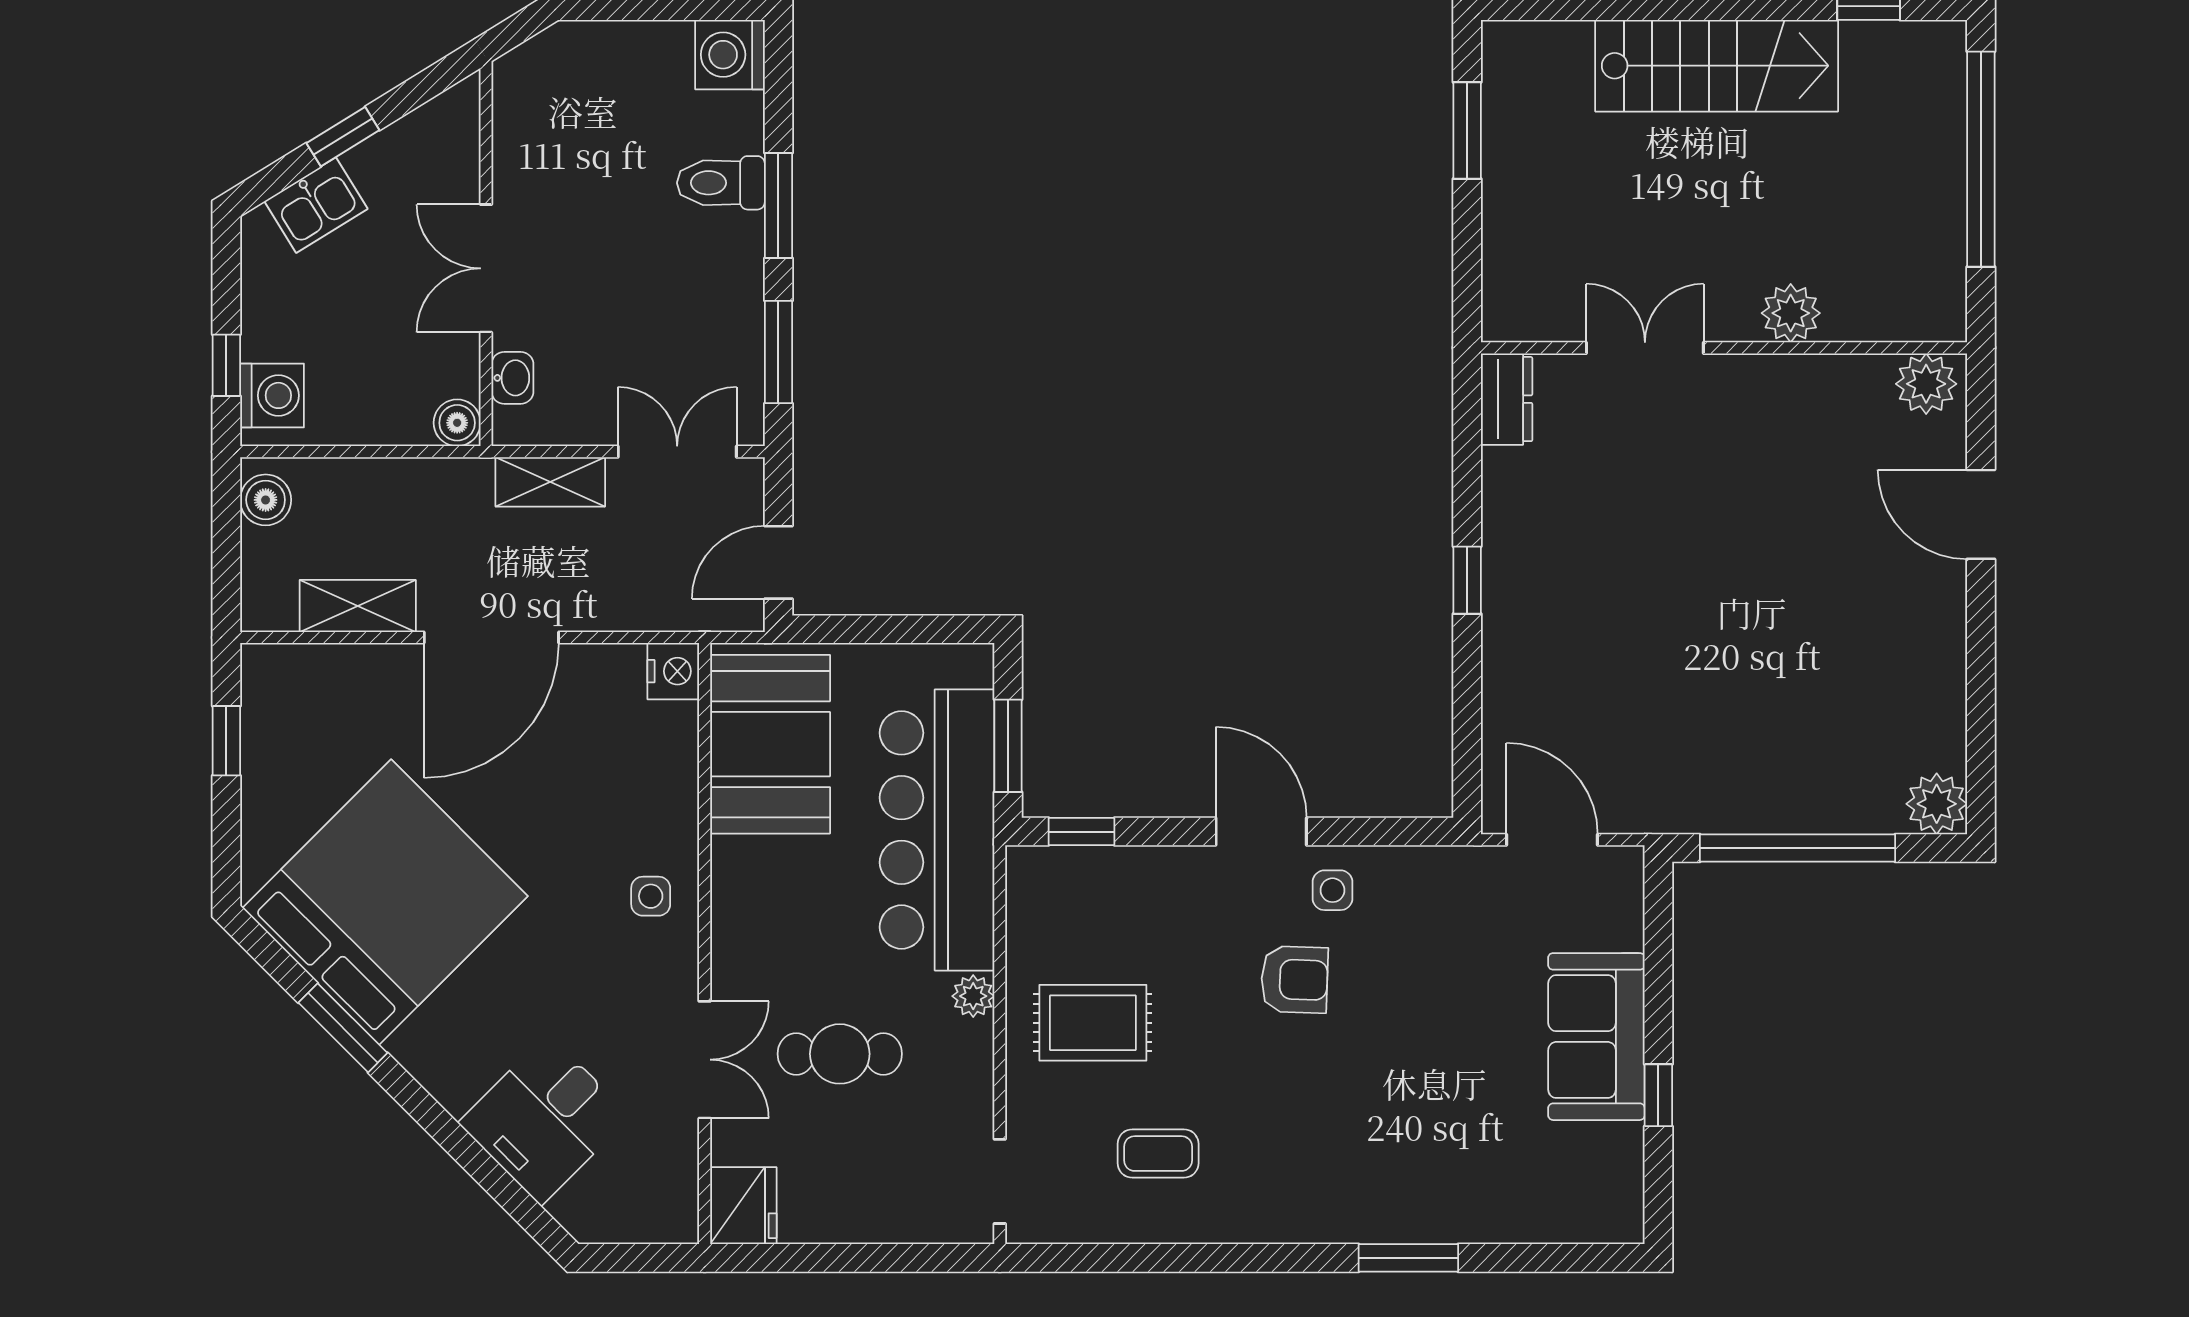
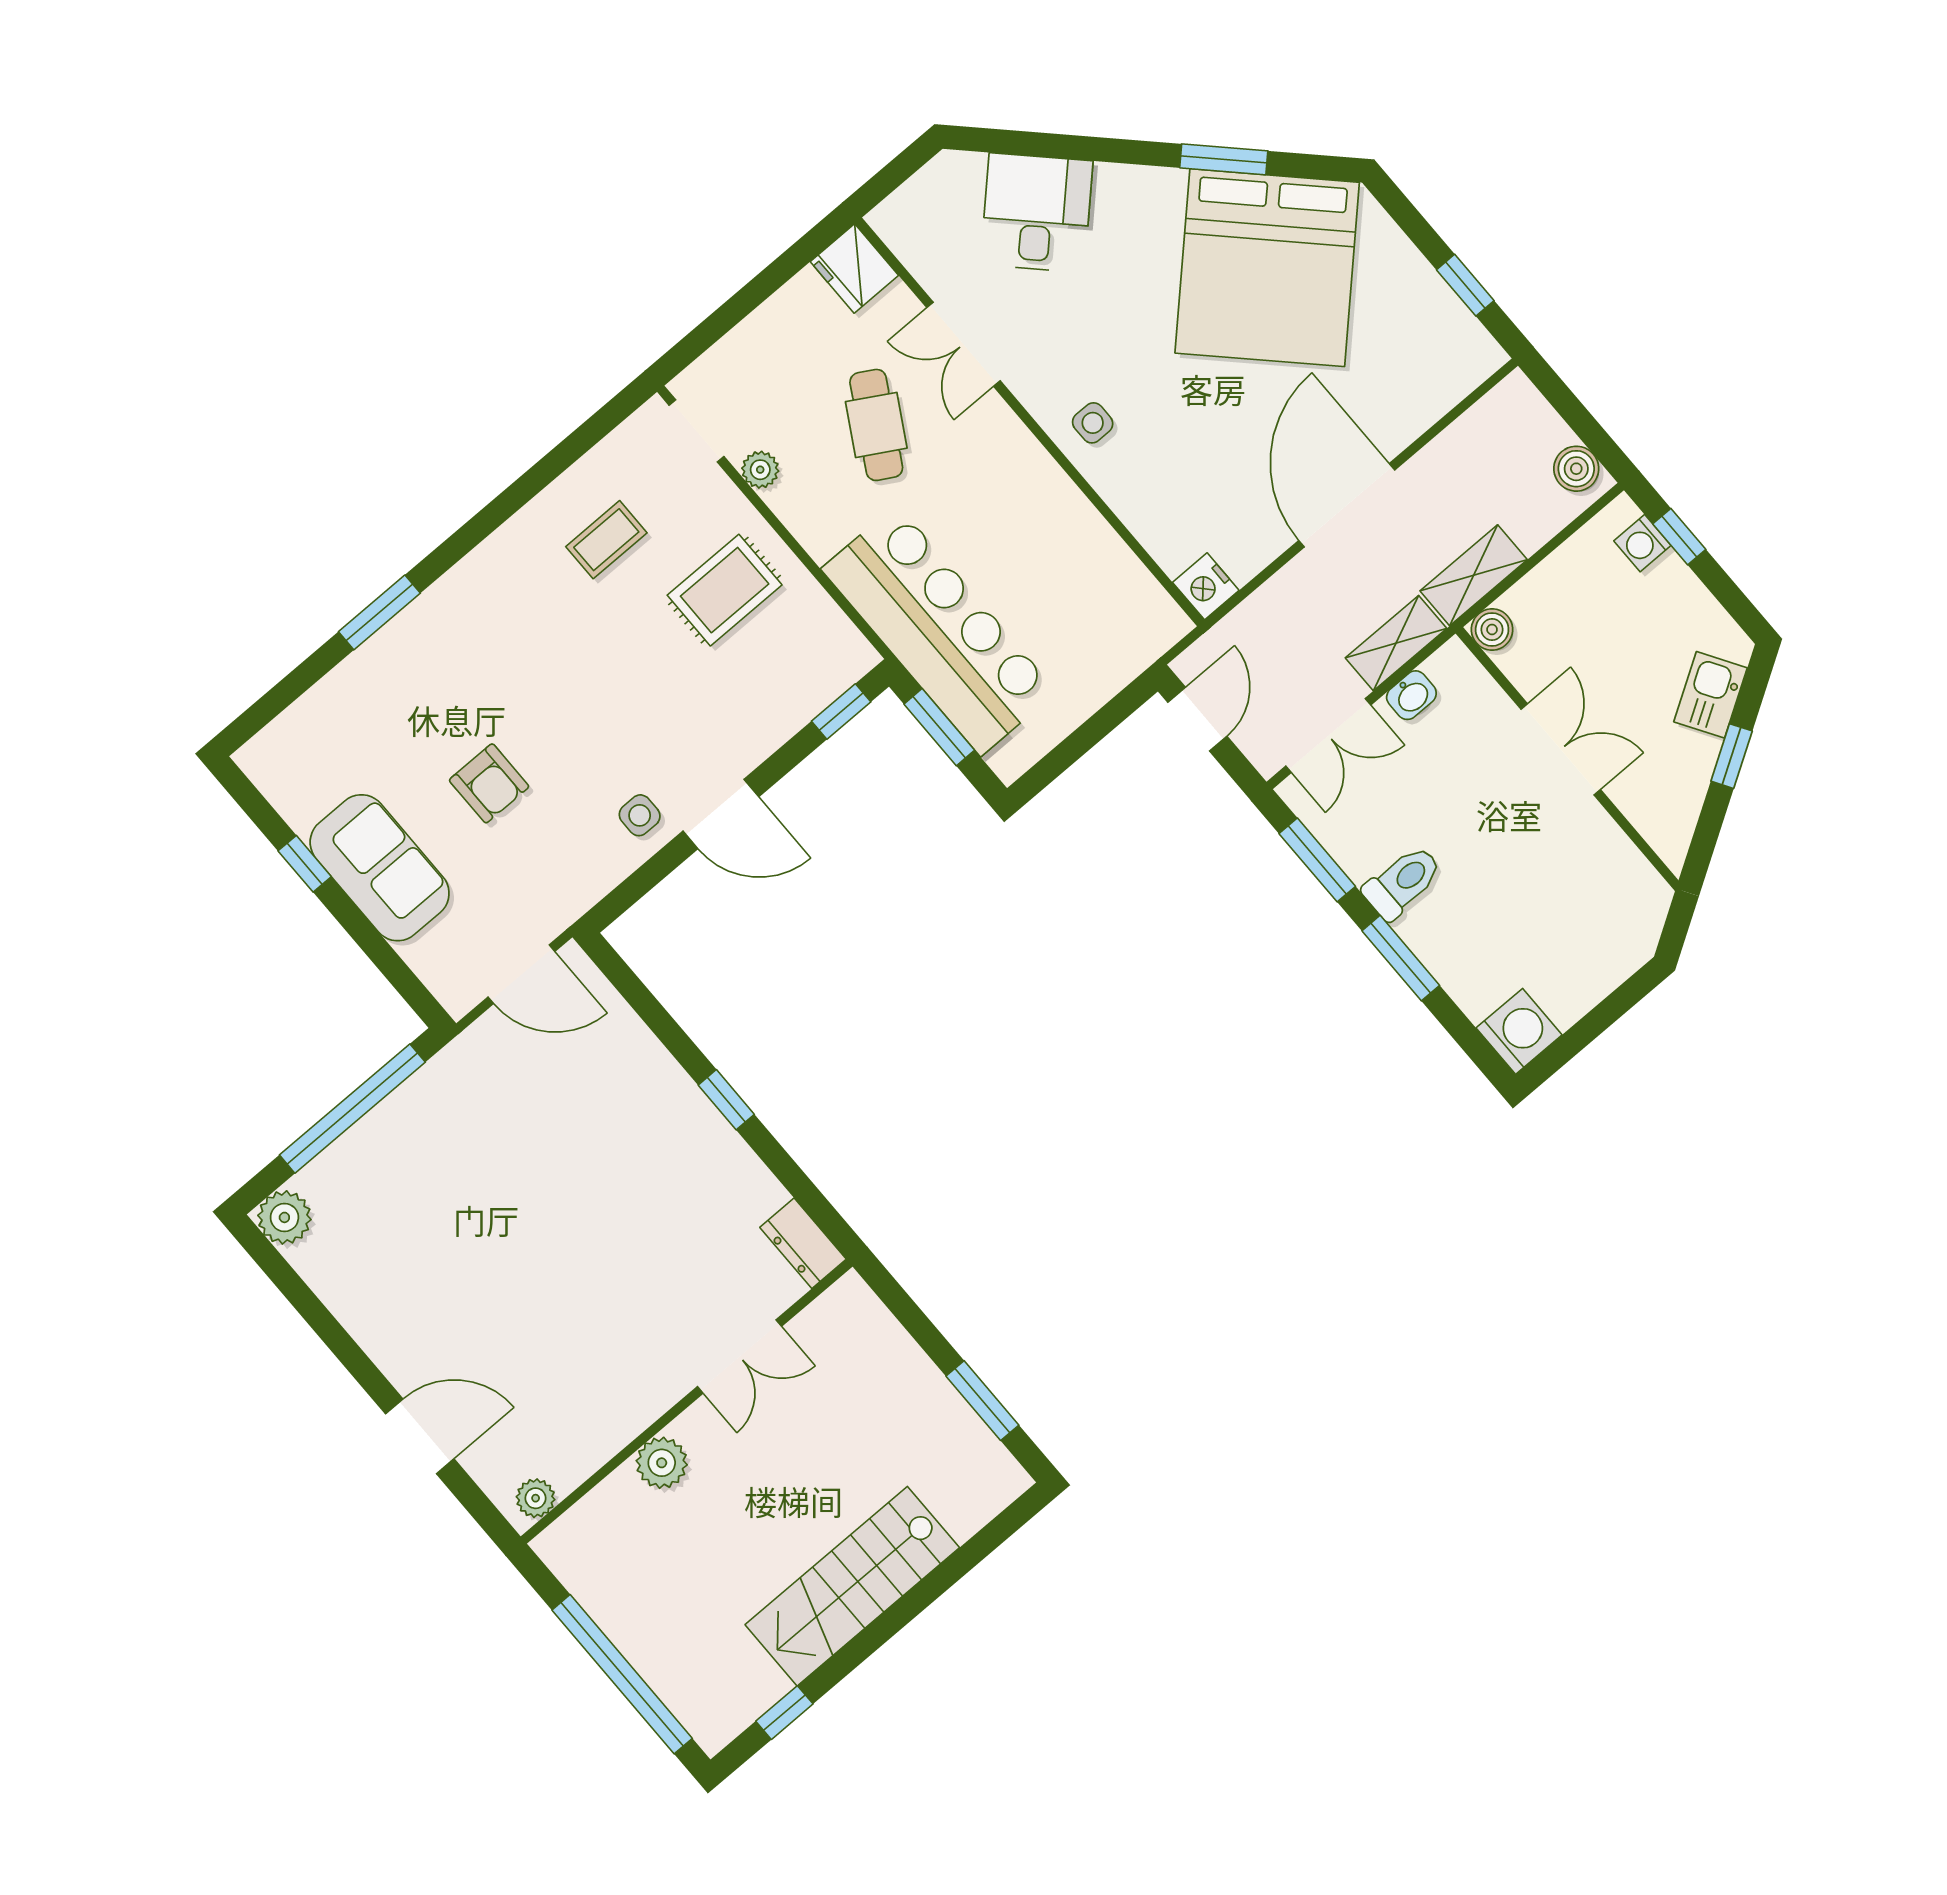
toilet: (721, 183) -> (1403, 882), moved
washbasin: (512, 378) -> (1411, 695), moved, turned -90
plant: (1926, 384) -> (536, 1498), width x0.73, depth x0.73
washing machine: (272, 395) -> (1642, 543), width x0.73, depth x0.73
shelving: (358, 606) -> (1474, 575), moved
booth: (770, 744) -> (1099, 593), removed
armchair: (1294, 979) -> (489, 783), moved, turned -92
plant: (973, 996) -> (760, 470), moved
cafe table: (840, 1054) -> (876, 425), turned -60

